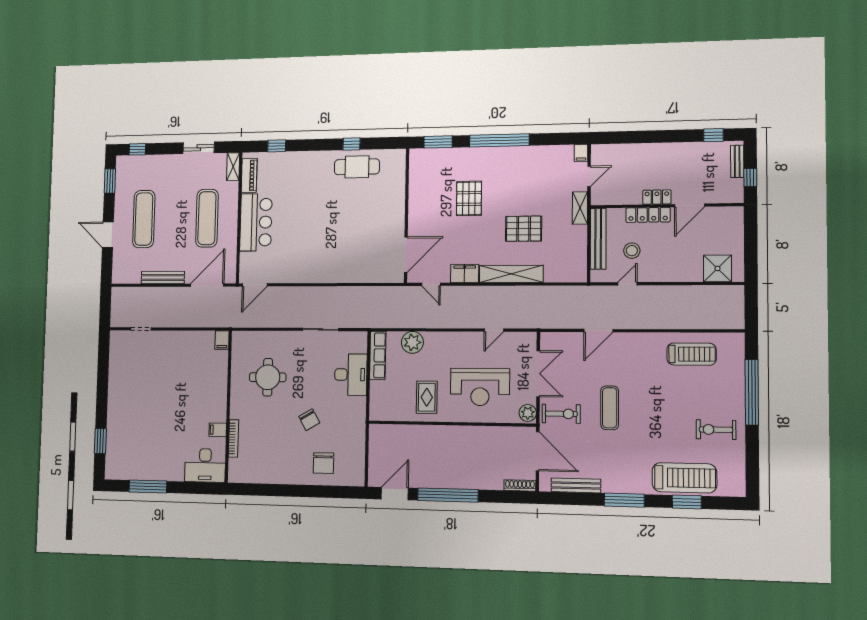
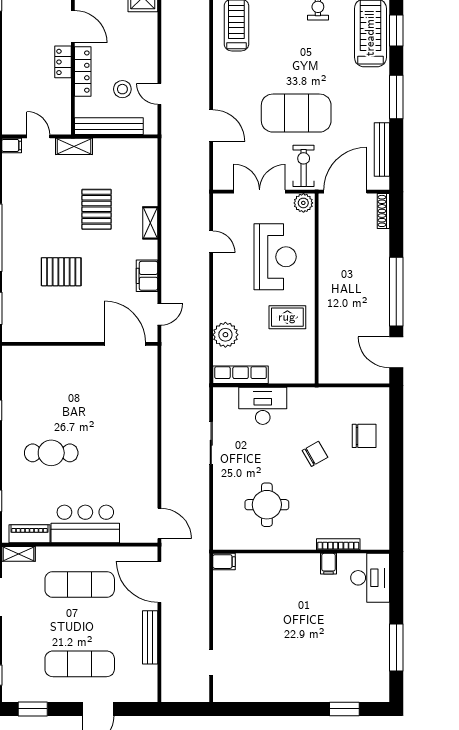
cafe table: (357, 167) -> (51, 453), moved, turned 90
shelving: (511, 274) -> (150, 223), width x0.45, depth x0.75
exercise mat: (610, 408) -> (296, 113), width x2.00, depth x1.45

